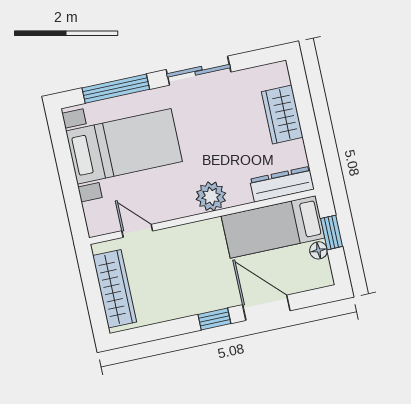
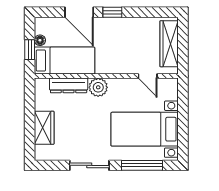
dresser: (282, 184) -> (69, 85), moved

